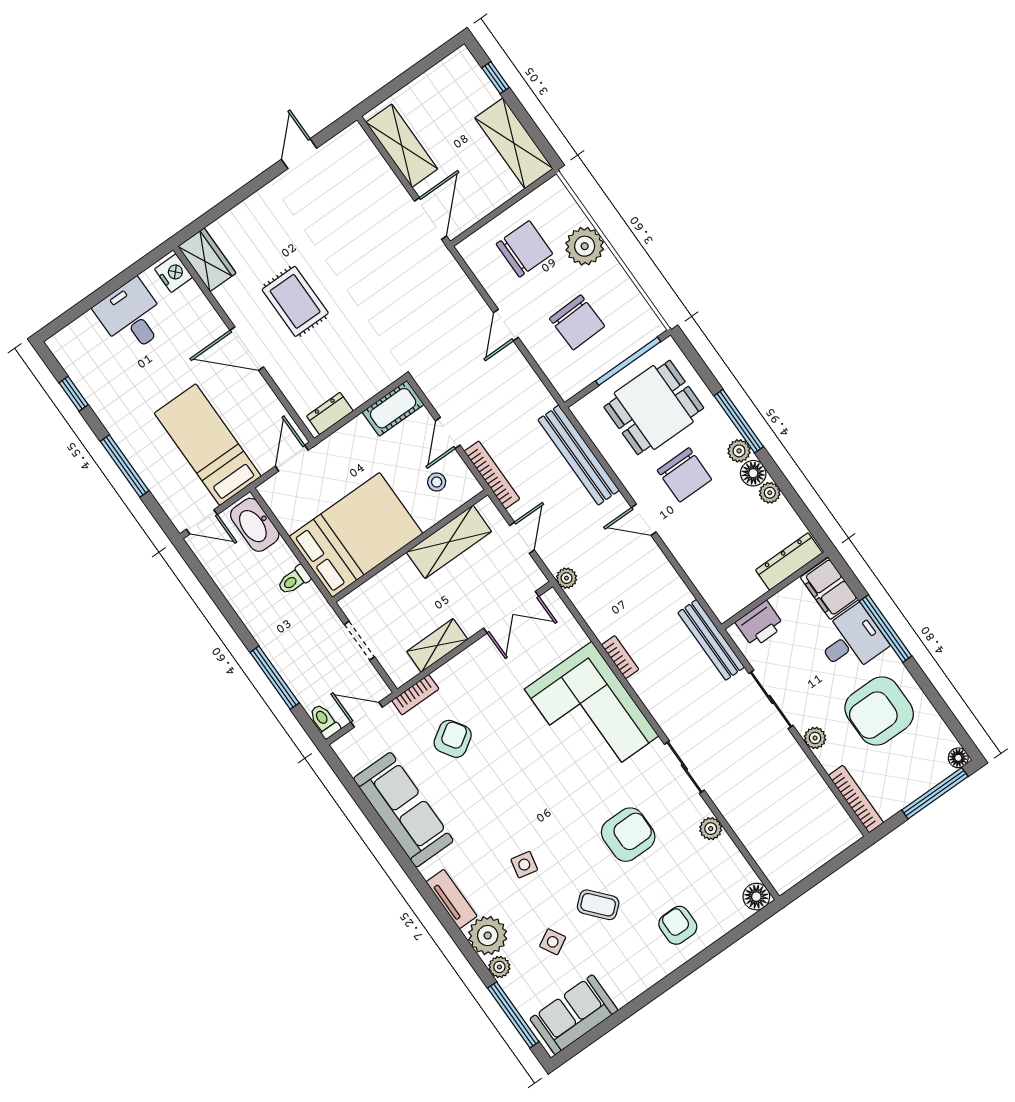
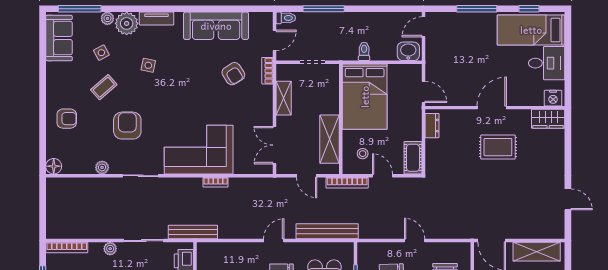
bed: (208, 445) -> (531, 30), moved, turned 180
washbasin: (255, 525) -> (408, 51), width x0.72
plant: (567, 578) -> (272, 183), removed
armchair: (628, 835) -> (127, 126), turned 180

